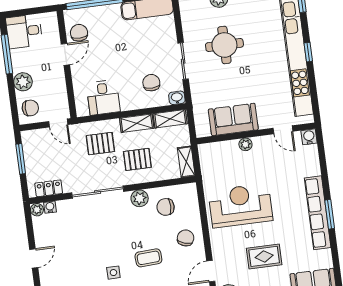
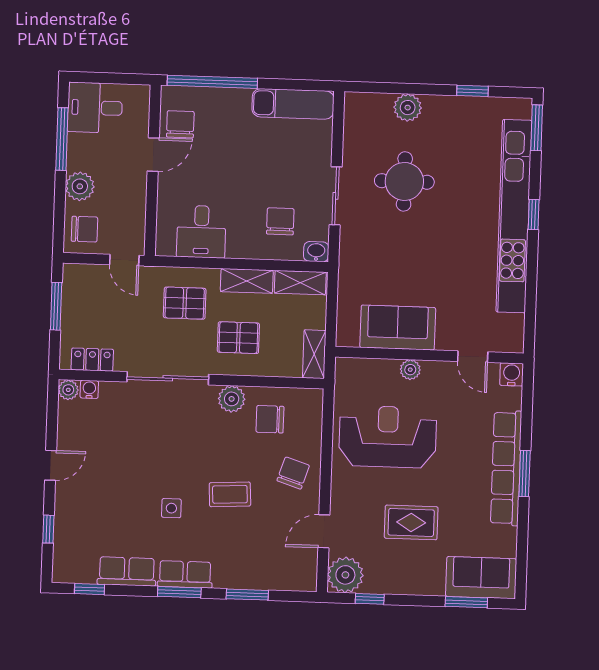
sofa: (233, 119) -> (398, 328), moved
door: (283, 130) -> (473, 357), moved
wall: (256, 133) -> (429, 355), moved
water cooler: (309, 137) -> (512, 374), moved
plant: (245, 144) -> (410, 370), moved

